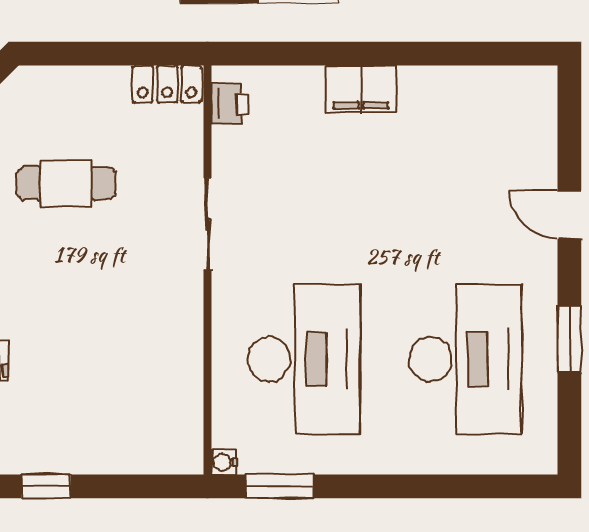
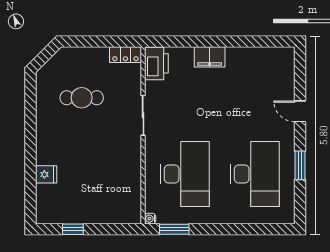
printer: (230, 104) -> (156, 63), width x1.87, depth x1.48

